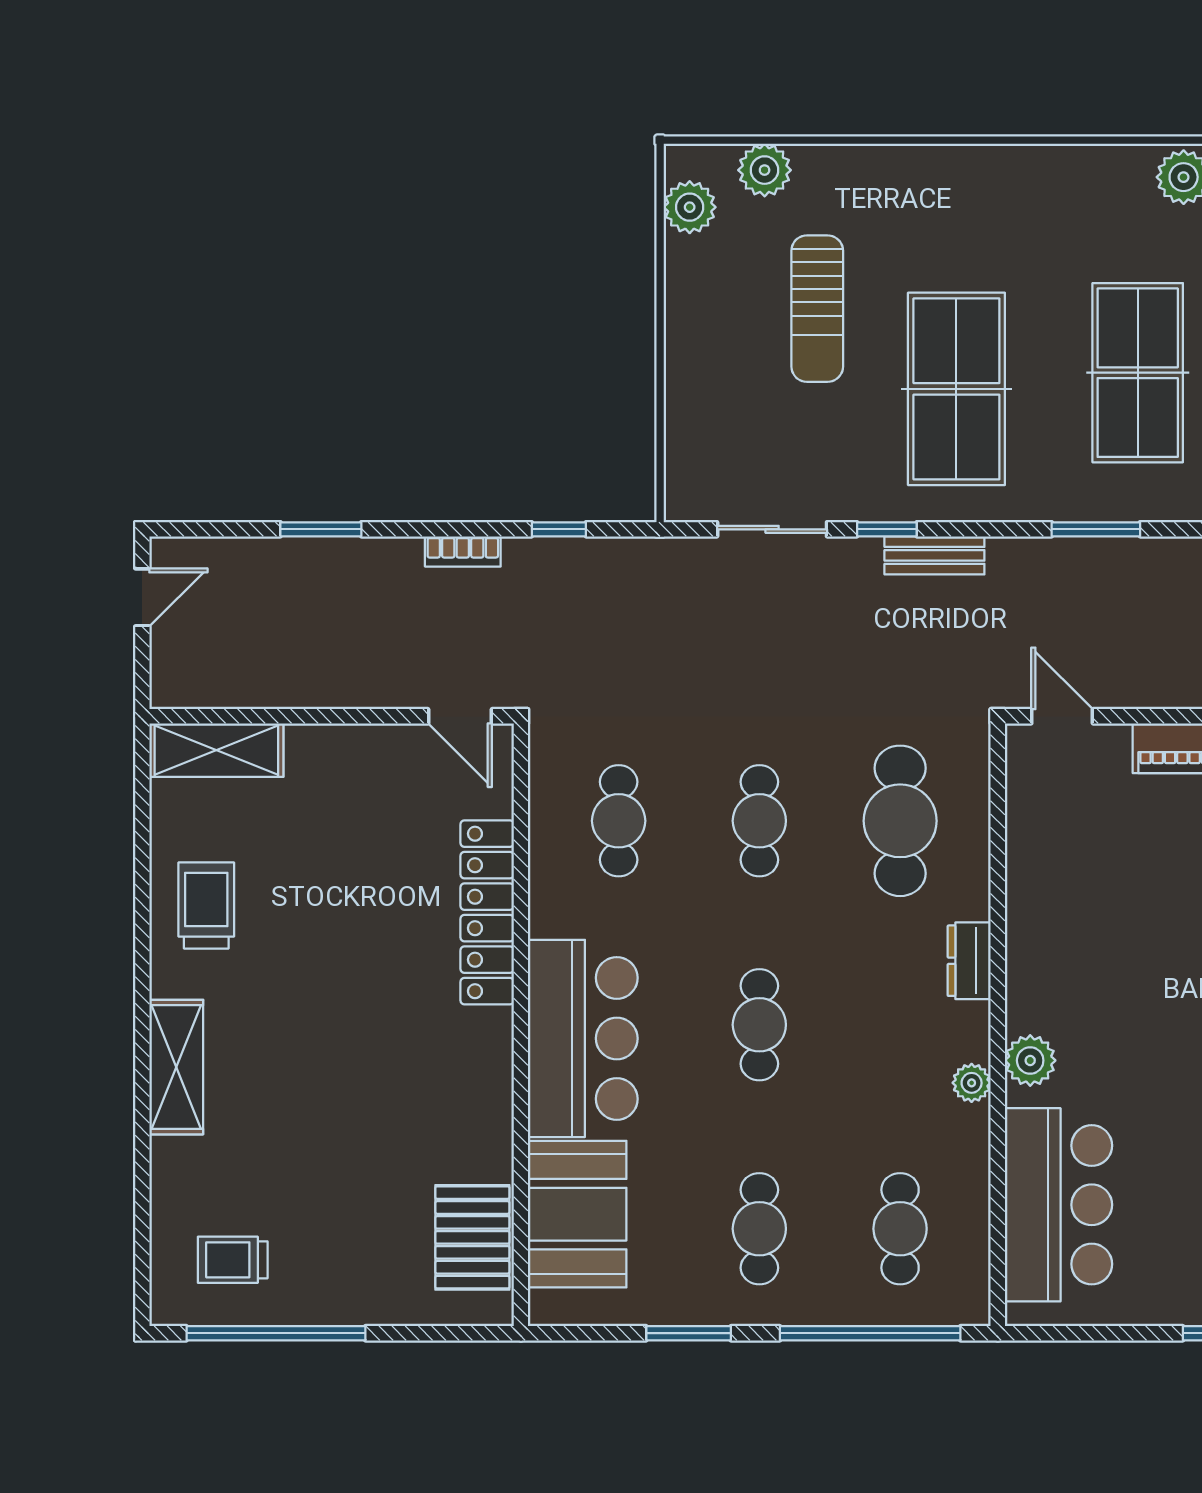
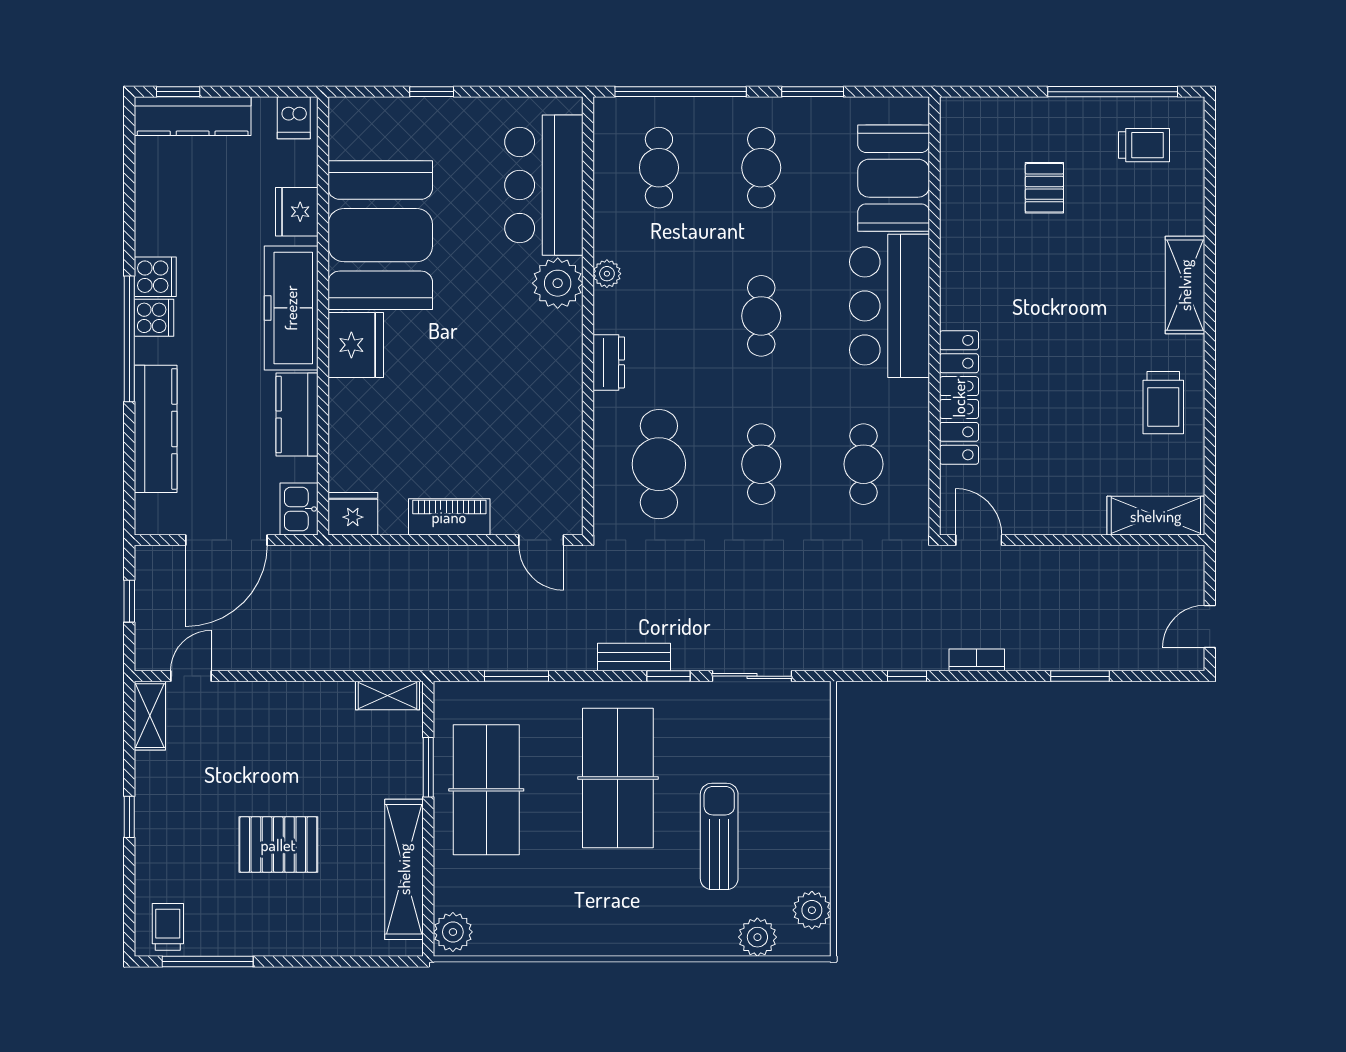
plant: (1030, 1060) -> (558, 283), width x1.36, depth x1.36
pallet: (472, 1237) -> (1044, 188), moved, width x0.67, depth x0.71

